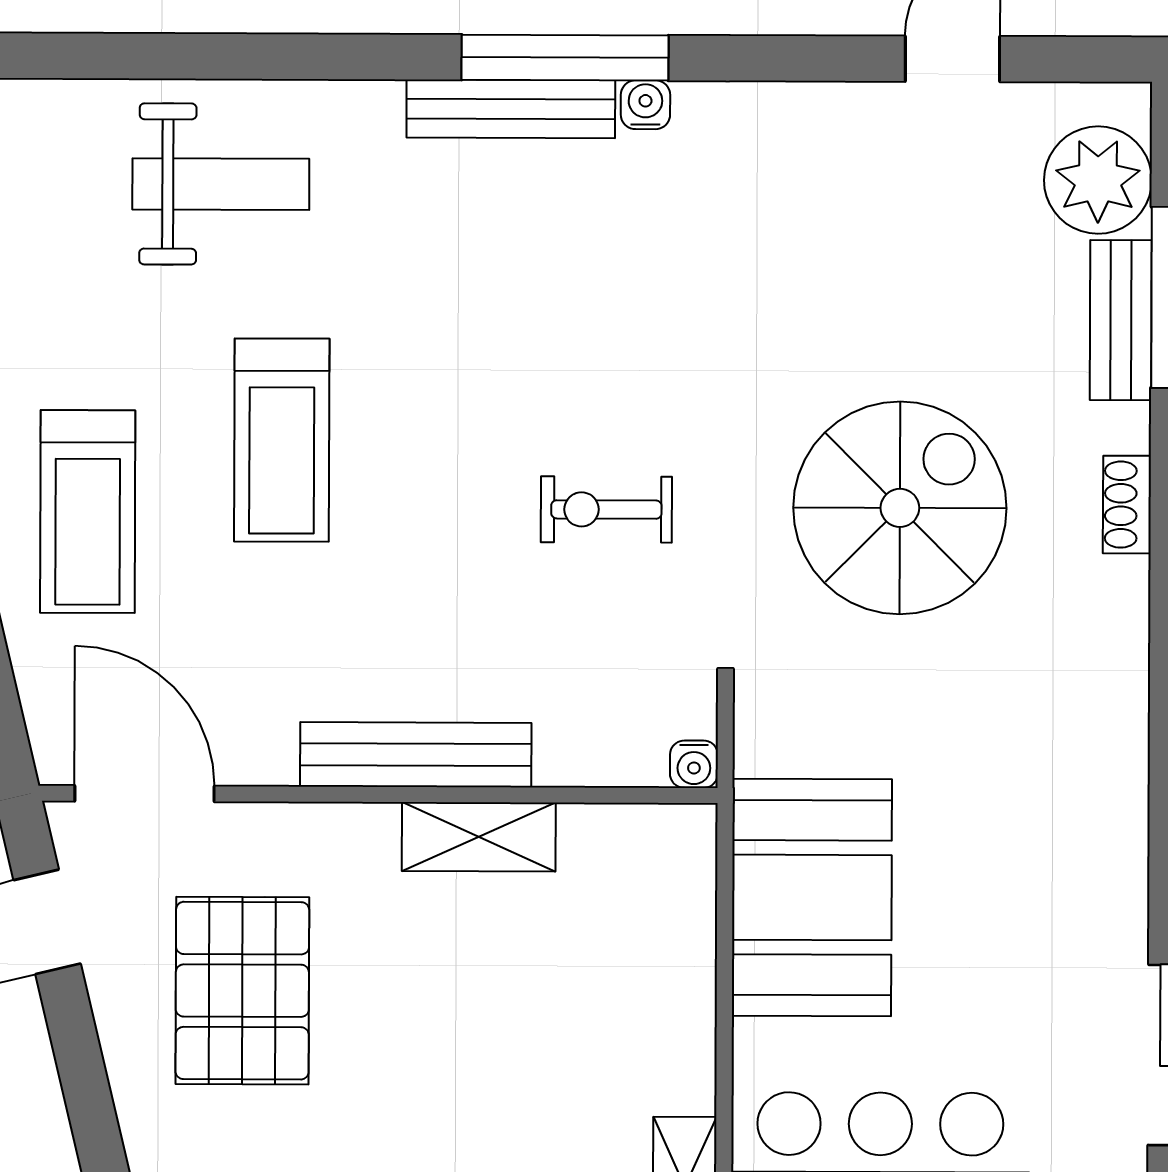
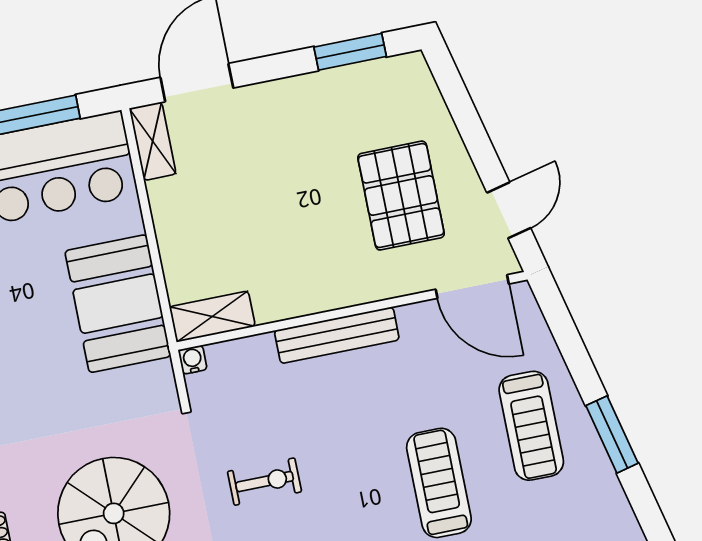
treadmill: (88, 512) -> (531, 426), turned 180
shelving: (479, 837) -> (212, 317), moved

